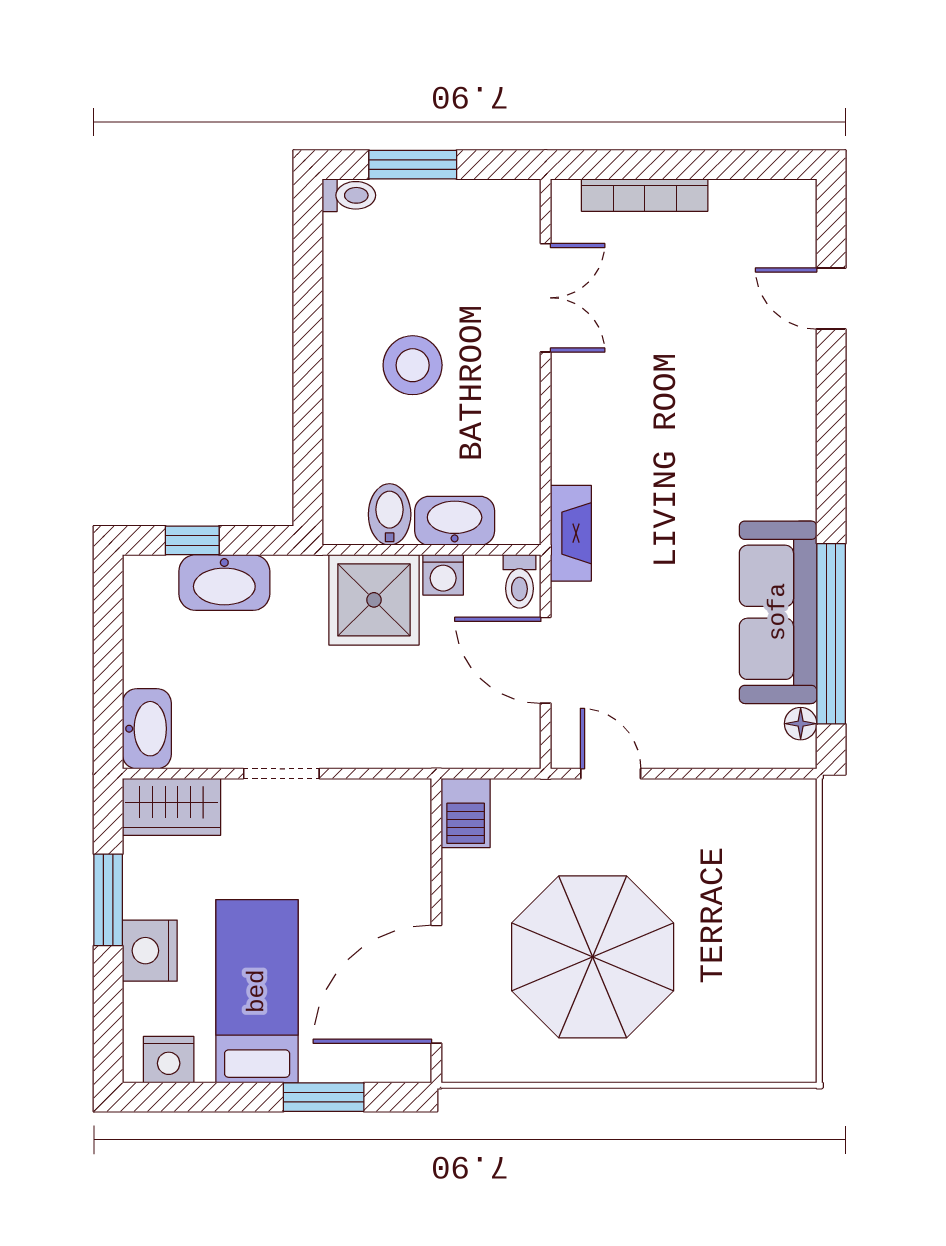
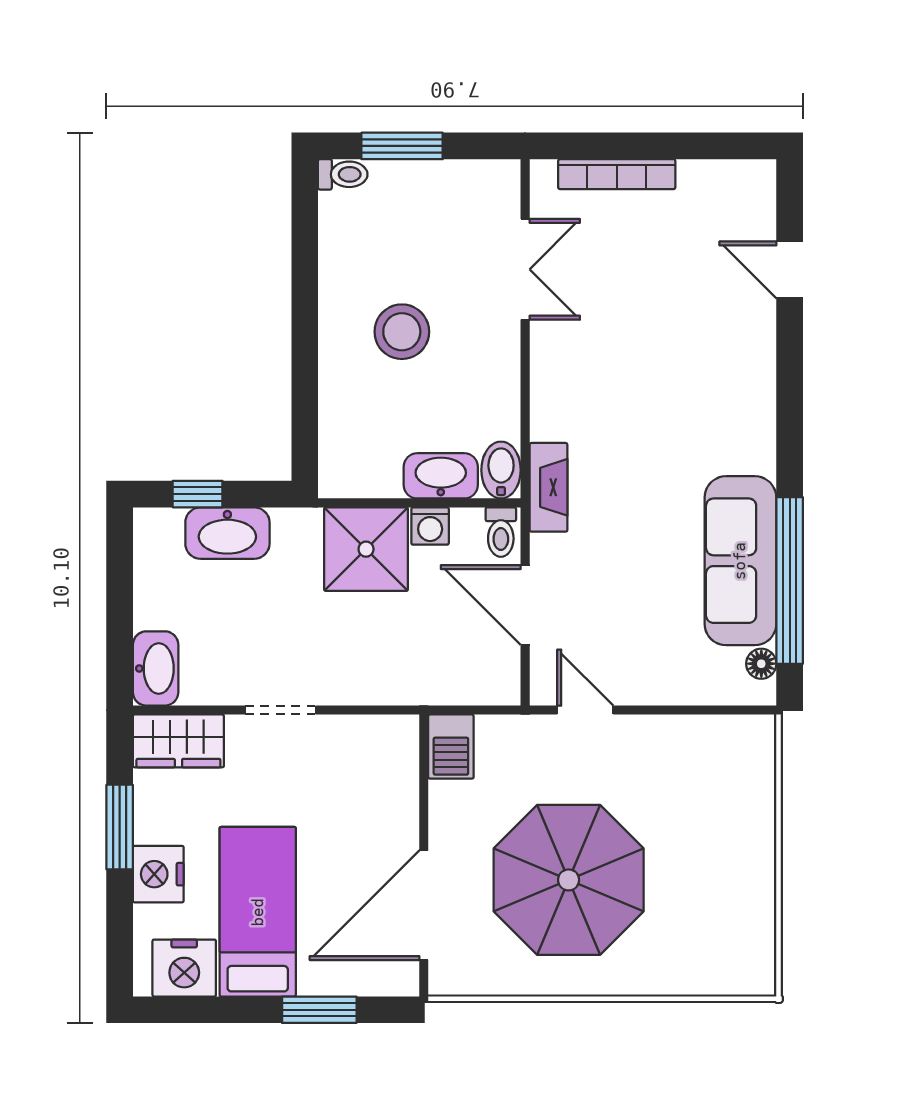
bidet: (390, 514) -> (501, 470), moved
nightstand: (169, 1060) -> (184, 968), width x1.36, depth x1.33

